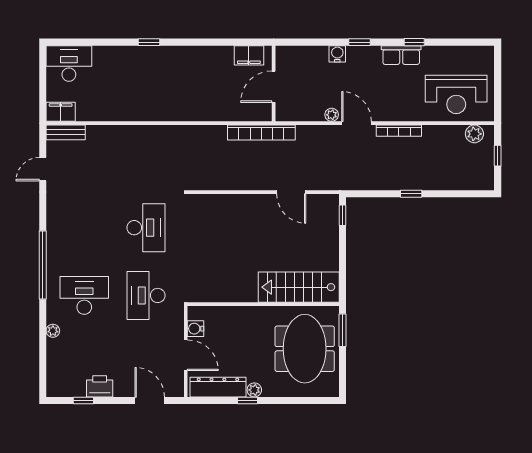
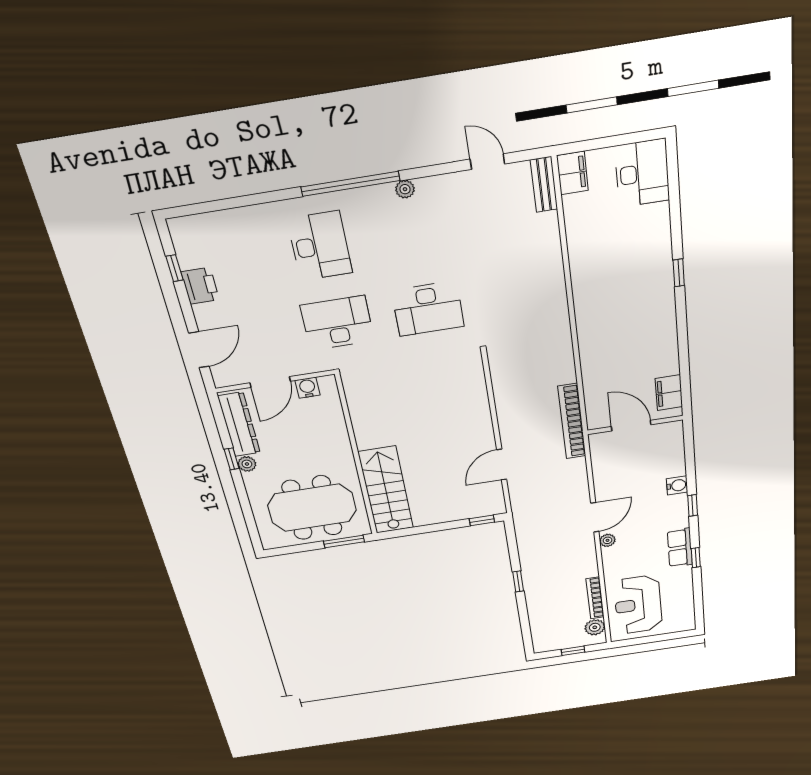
plant: (332, 115) -> (608, 540), moved
bookcase: (399, 131) -> (595, 598), moved
plant: (53, 331) -> (405, 189), moved

